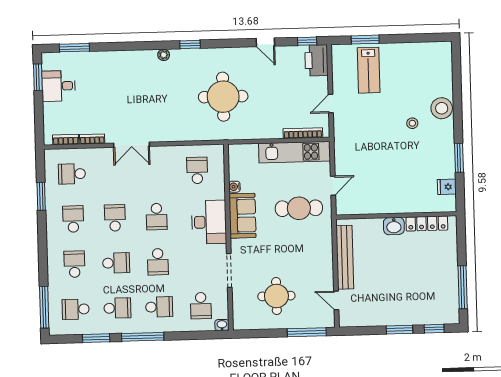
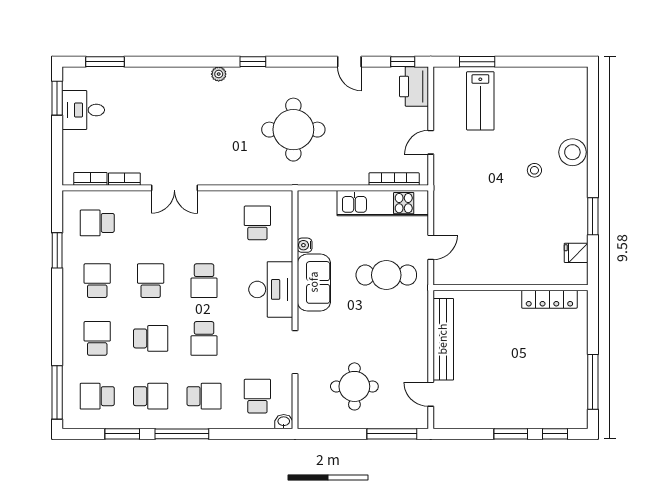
washbasin: (394, 226) -> (507, 301), removed
school desk: (201, 306) -> (257, 396), turned 180

